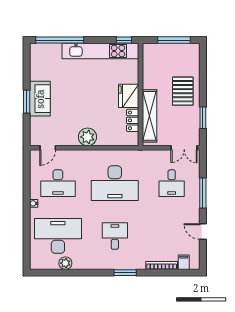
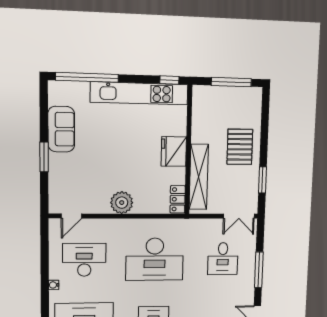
sofa: (40, 99) -> (61, 129), moved
locker: (133, 120) -> (178, 199), moved
desk: (58, 183) -> (84, 260), turned 180

